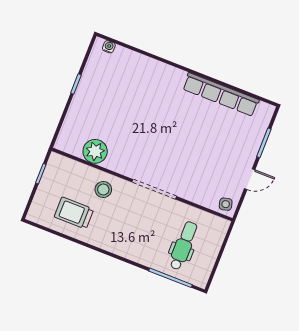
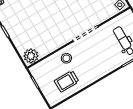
plant: (95, 151) -> (31, 56), moved

